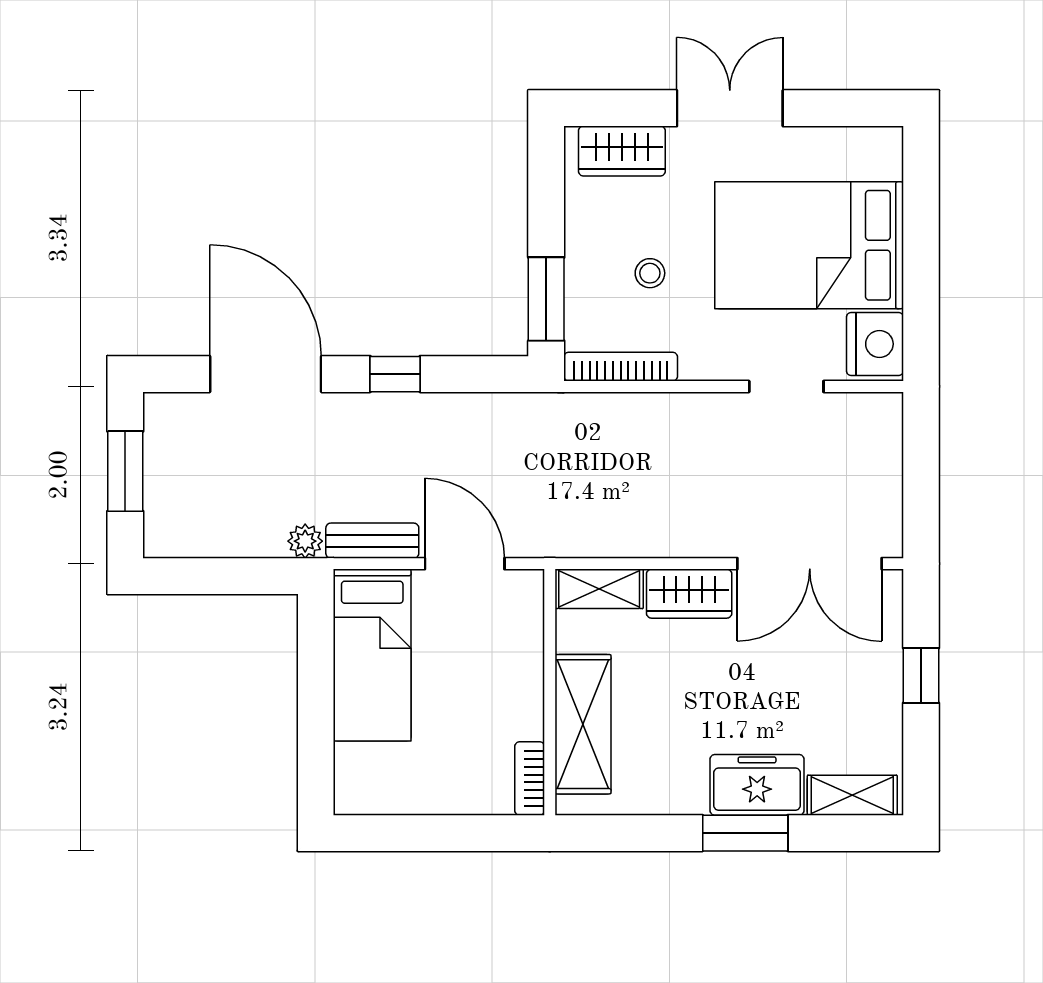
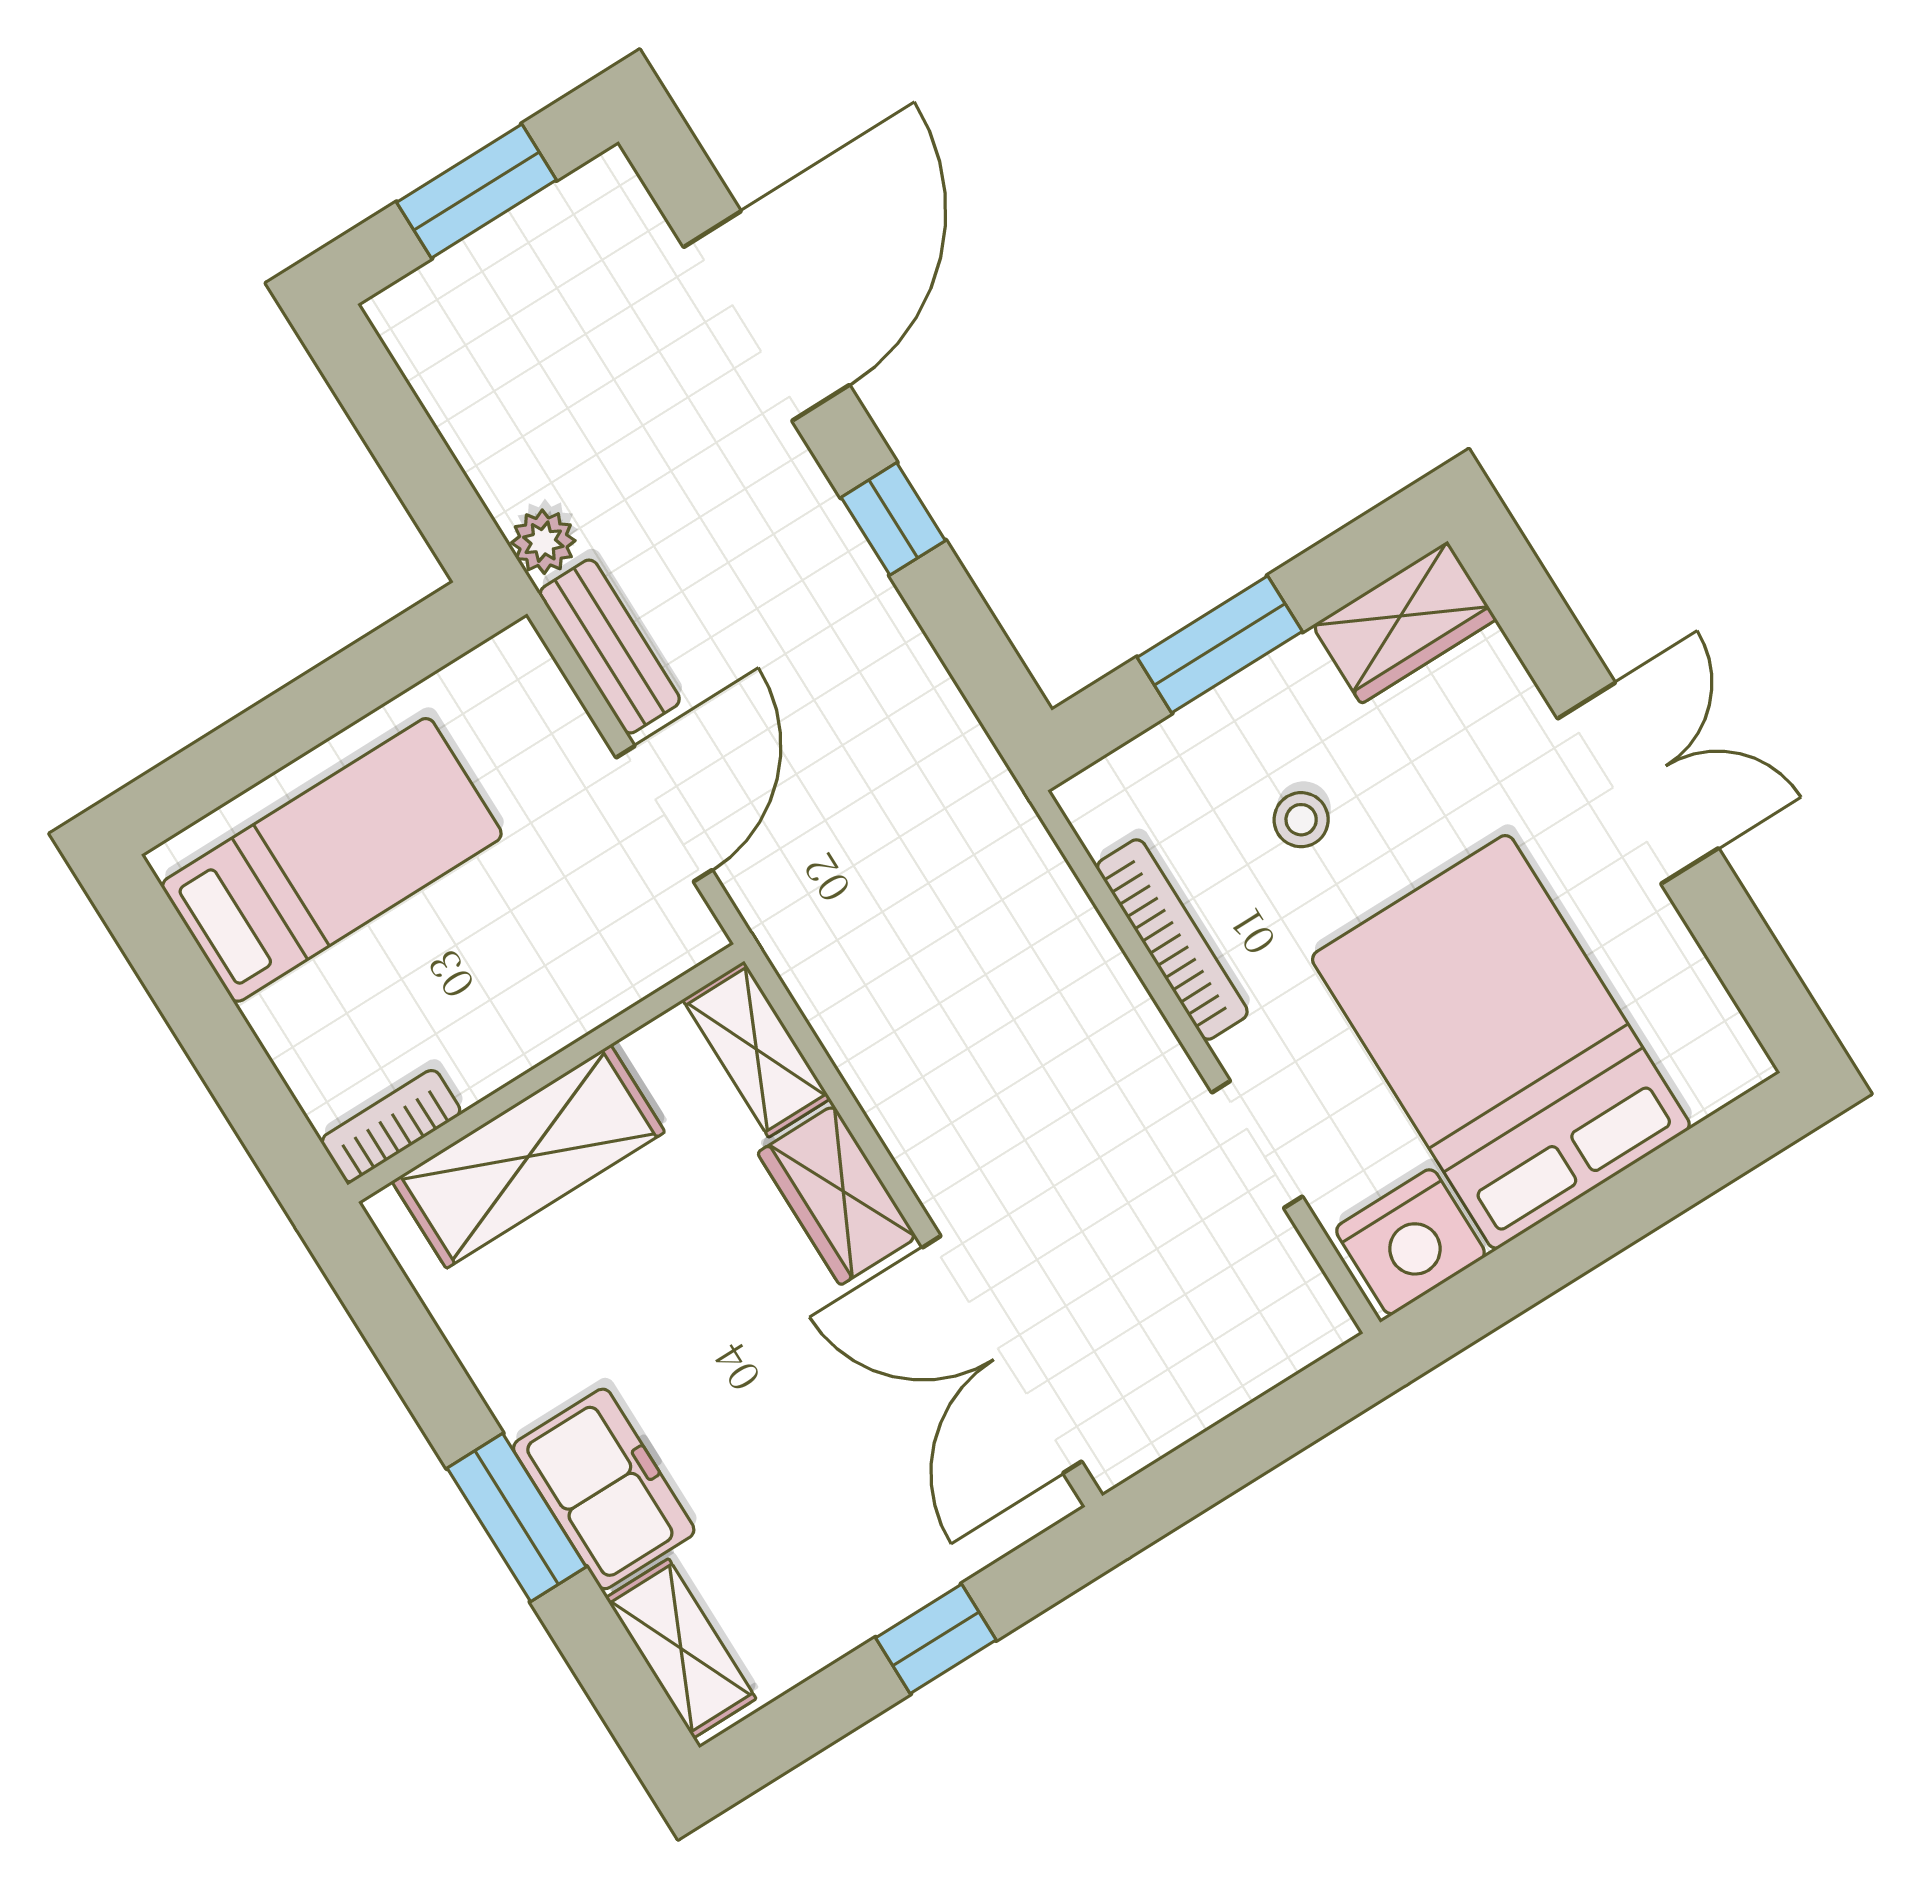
wardrobe: (622, 151) -> (1404, 622), moved, turned -90
window: (546, 299) -> (1220, 644), moved
bookcase: (621, 367) -> (1172, 939), moved
bed: (372, 655) -> (332, 860), moved, turned 180

